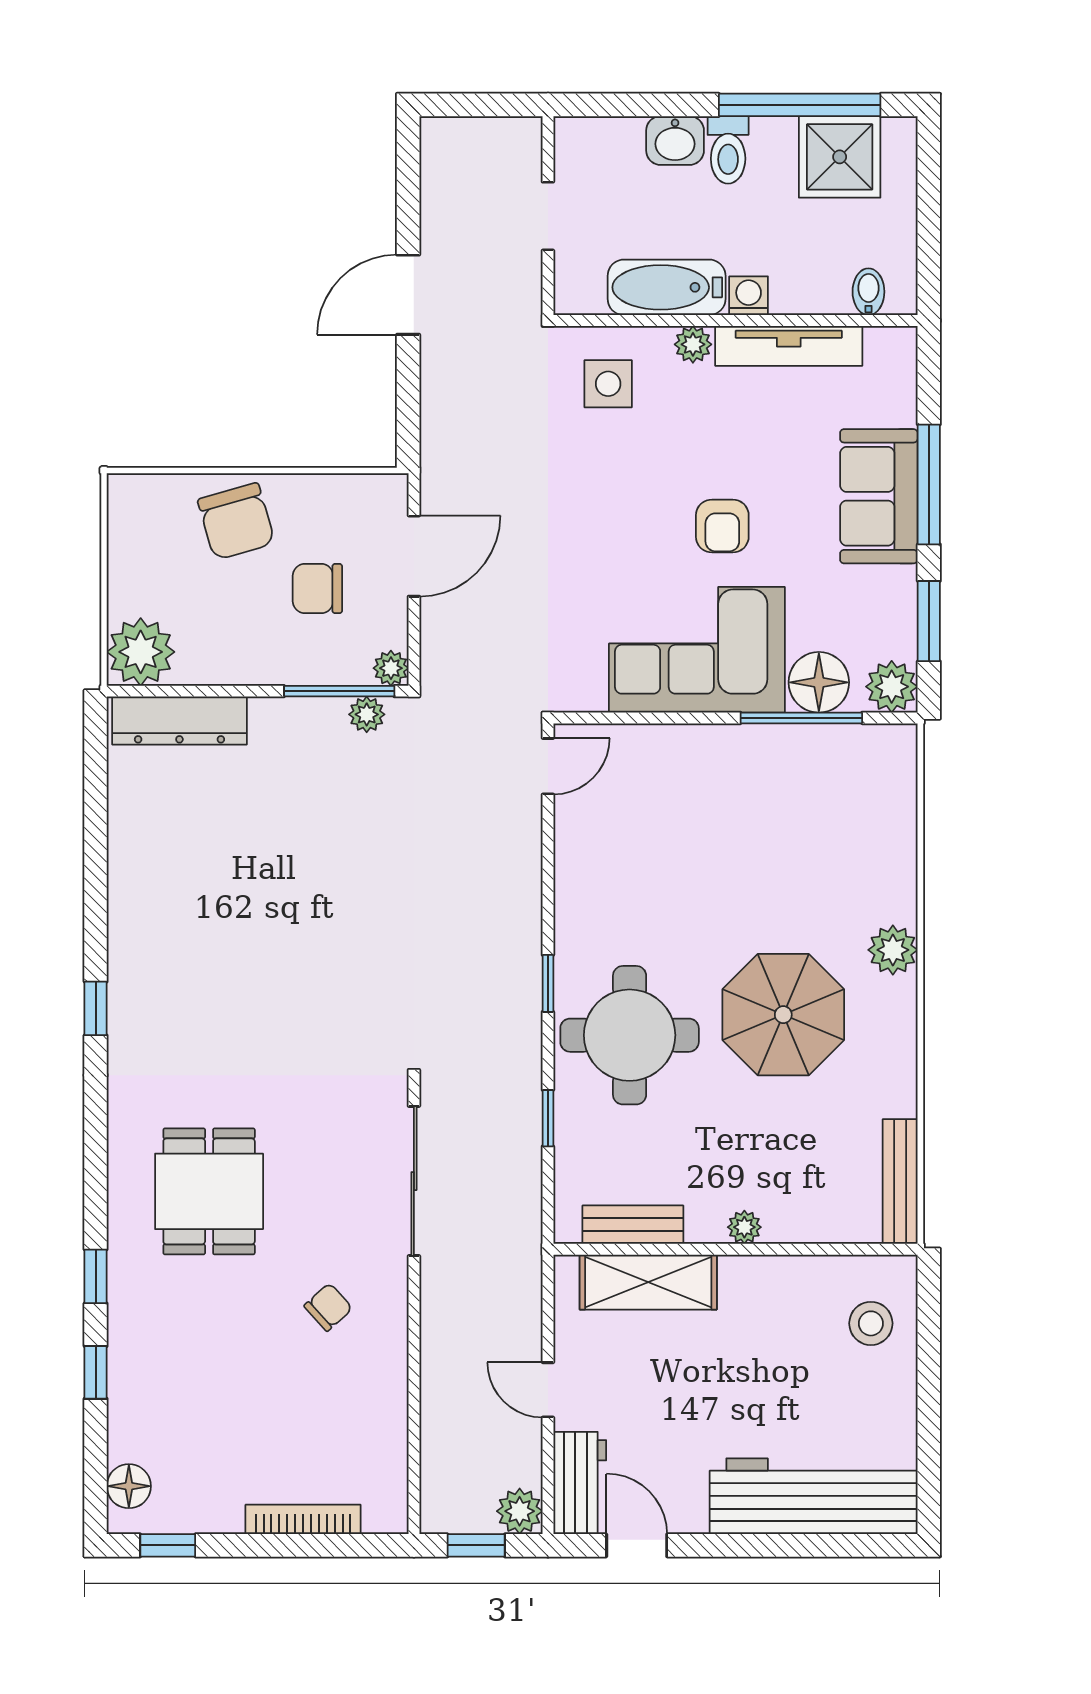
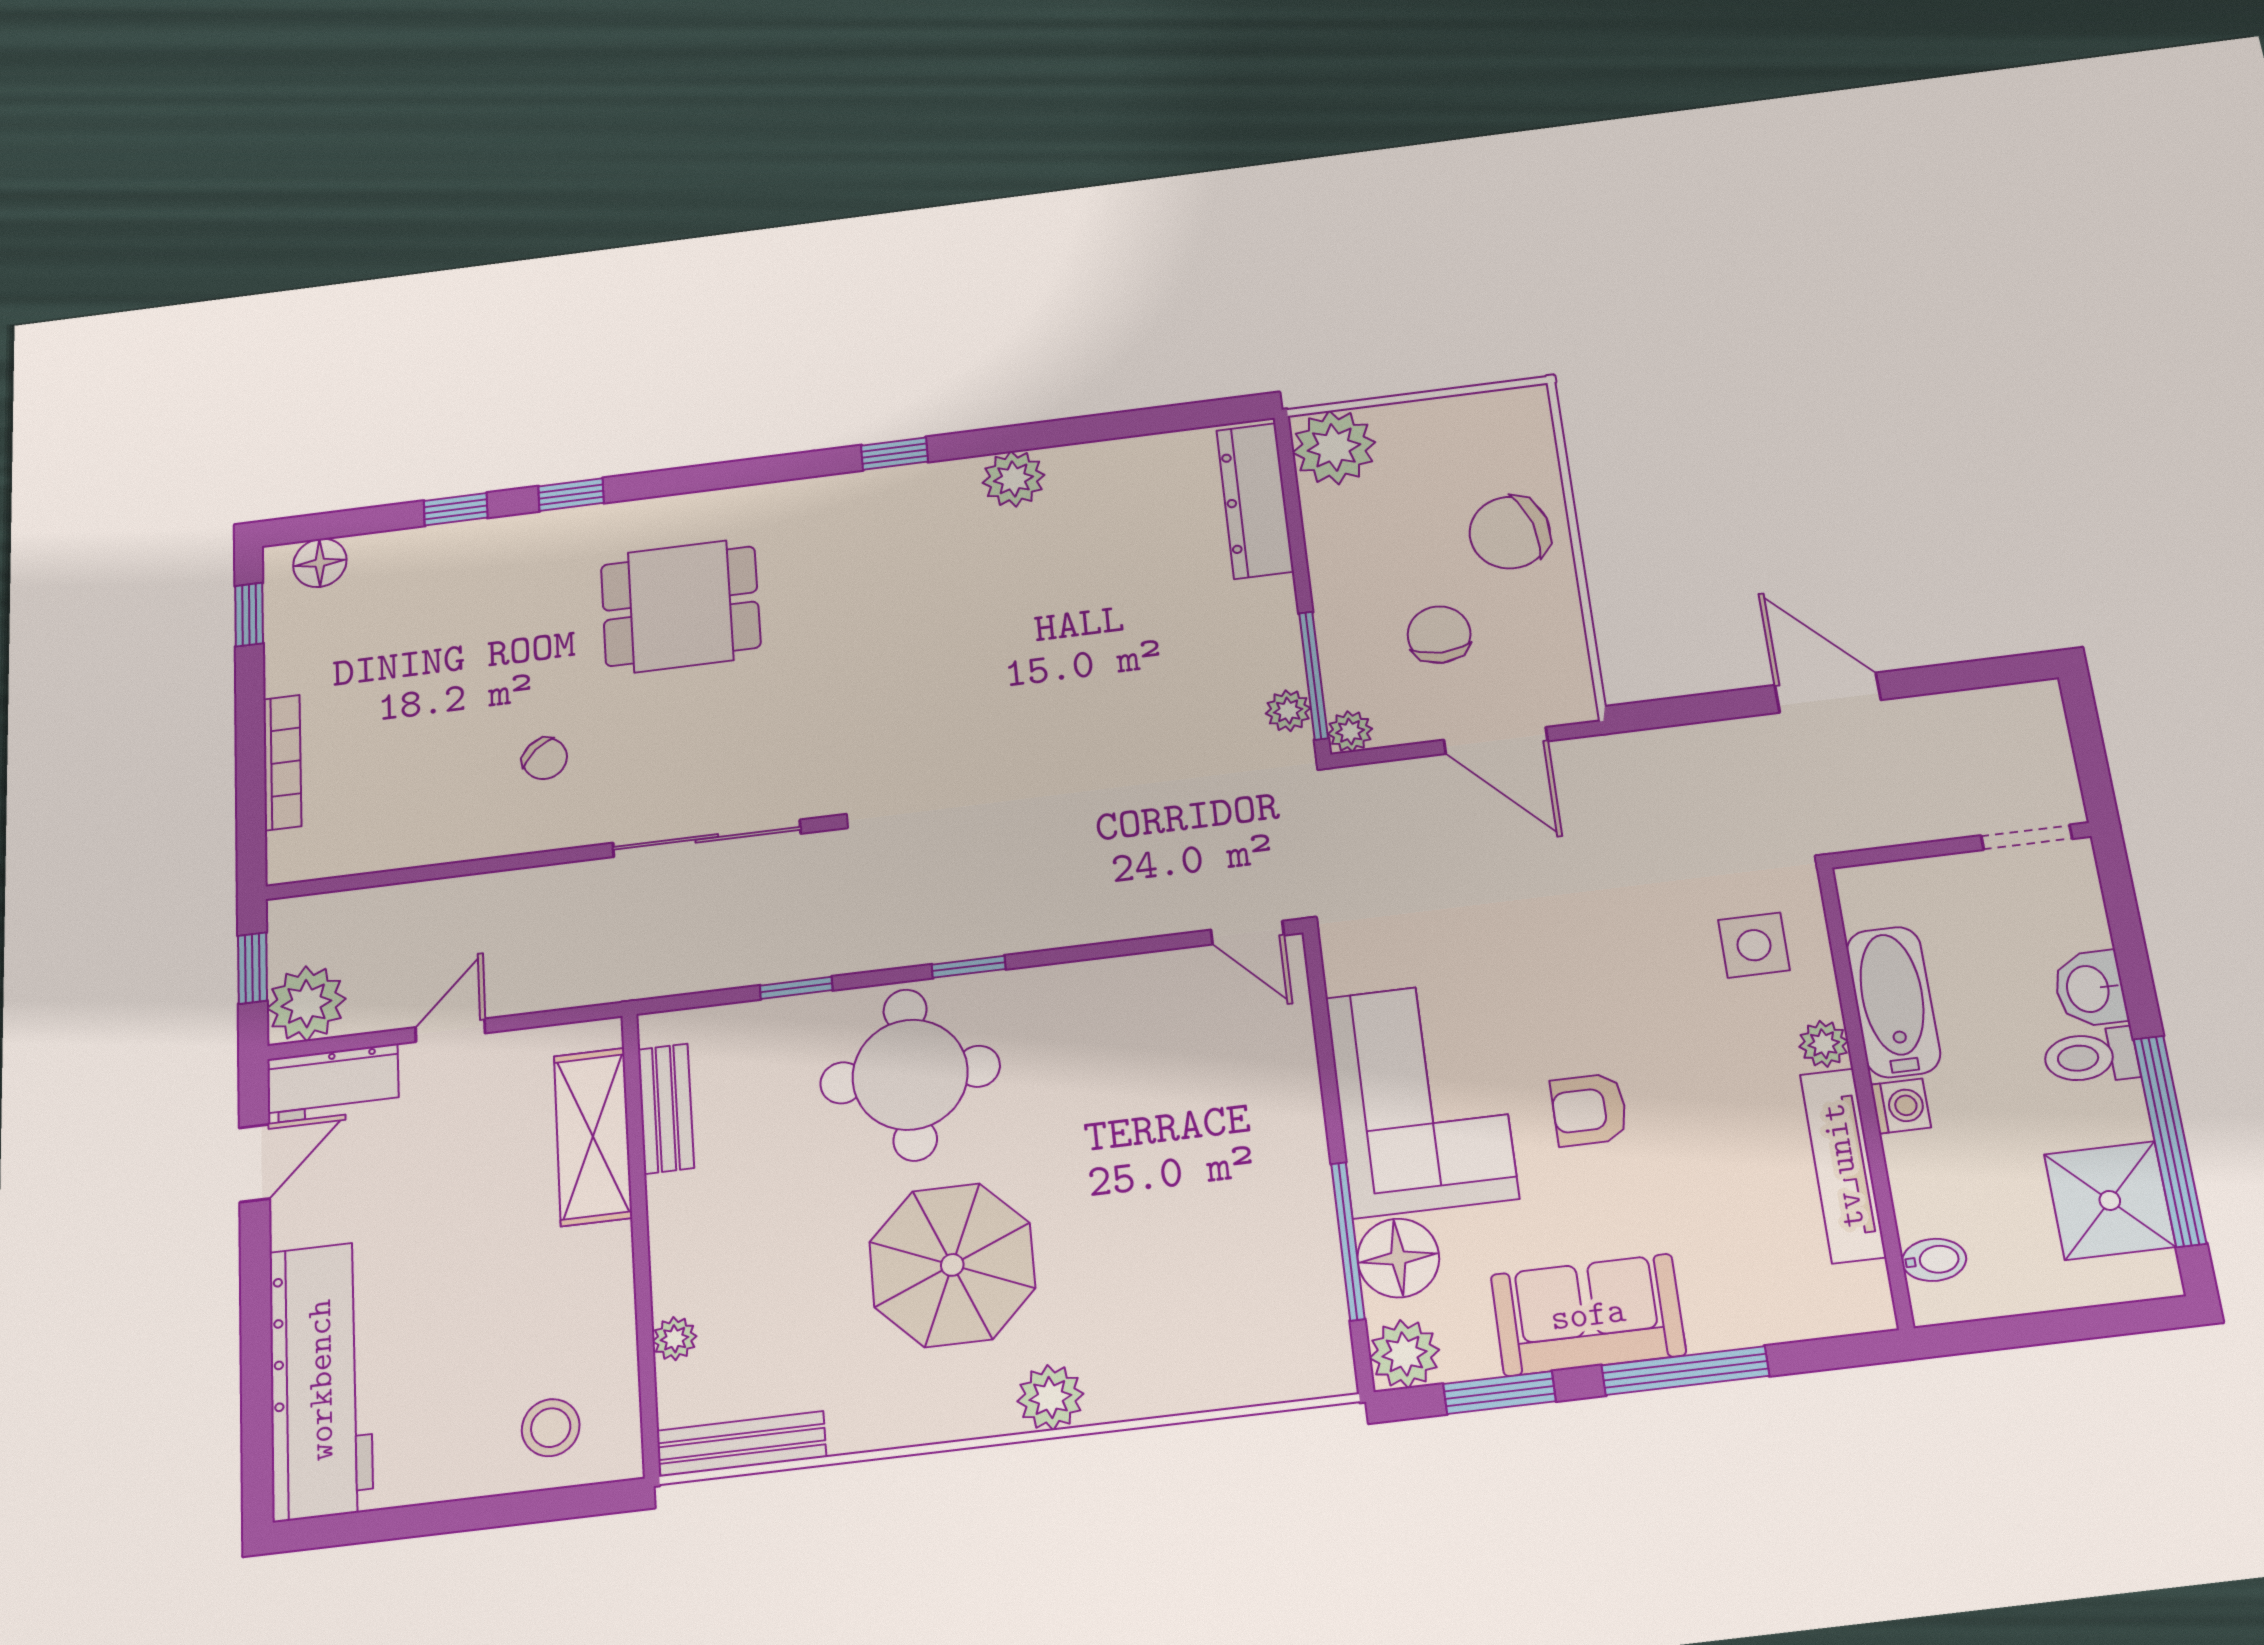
doorway: (548, 216) -> (2027, 837), moved
sofa: (879, 496) -> (1588, 1315), moved
plant: (132, 913) -> (1014, 479), added
plant: (744, 1227) -> (675, 1339), moved
plant: (520, 1511) -> (306, 1004), width x1.36, depth x1.36

